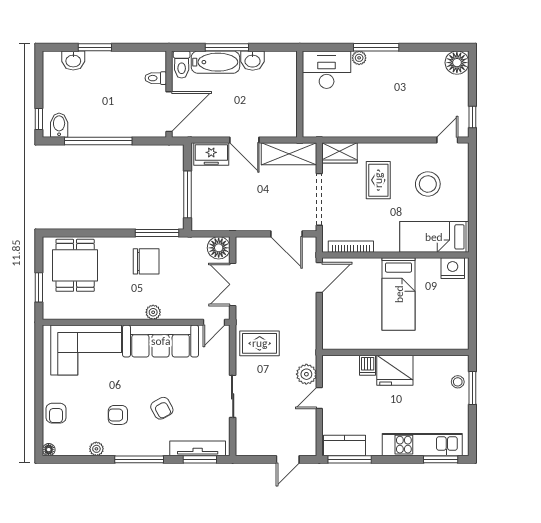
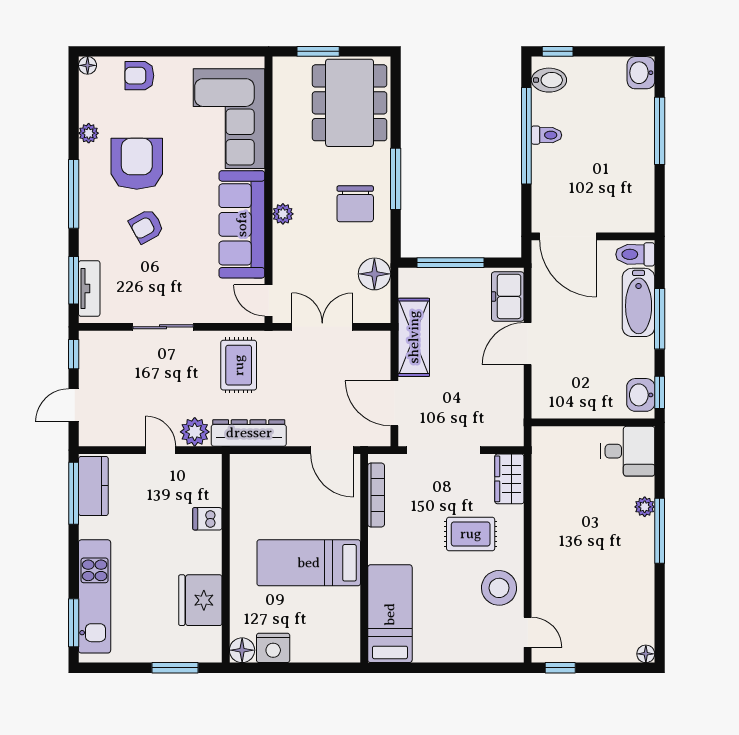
window: (95, 47) -> (660, 131), width x1.44
window: (279, 47) -> (660, 392), added
washbasin: (73, 60) -> (641, 73), moved
washbasin: (253, 61) -> (641, 395), moved
floor lamp: (457, 63) -> (646, 654), width x0.53, depth x0.53
desk: (327, 70) -> (628, 451), width x0.73
toilet: (156, 78) -> (546, 135), moved, turned 90
shelving: (289, 154) -> (414, 337), moved
stool: (428, 184) -> (499, 588), moved
window: (157, 233) -> (396, 179), moved
door: (286, 234) -> (394, 403), hinge flipped
floor lamp: (219, 248) -> (374, 274), moved
dining table: (75, 265) -> (350, 103), width x1.38
nightstand: (453, 268) -> (273, 648), moved, turned 90
dresser: (307, 336) -> (249, 433), added
floor lamp: (460, 341) -> (242, 650), added
fridge: (395, 370) -> (200, 600), moved
stool: (458, 382) -> (184, 647), removed
armchair: (118, 415) -> (137, 164), width x1.88, depth x1.88
tv unit: (198, 448) -> (89, 289), width x0.71
window: (252, 459) -> (74, 354), added
door: (288, 459) -> (74, 405), hinge flipped

